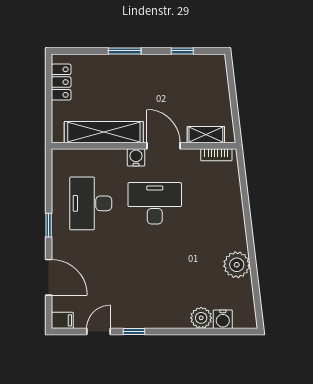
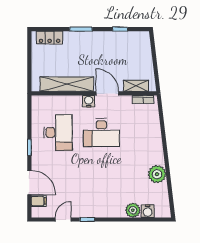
locker: (61, 82) -> (50, 38), moved, turned 90
desk: (91, 203) -> (58, 132), turned 180
desk: (155, 203) -> (101, 132), turned 180
filing cabinet: (62, 320) -> (39, 201), moved

